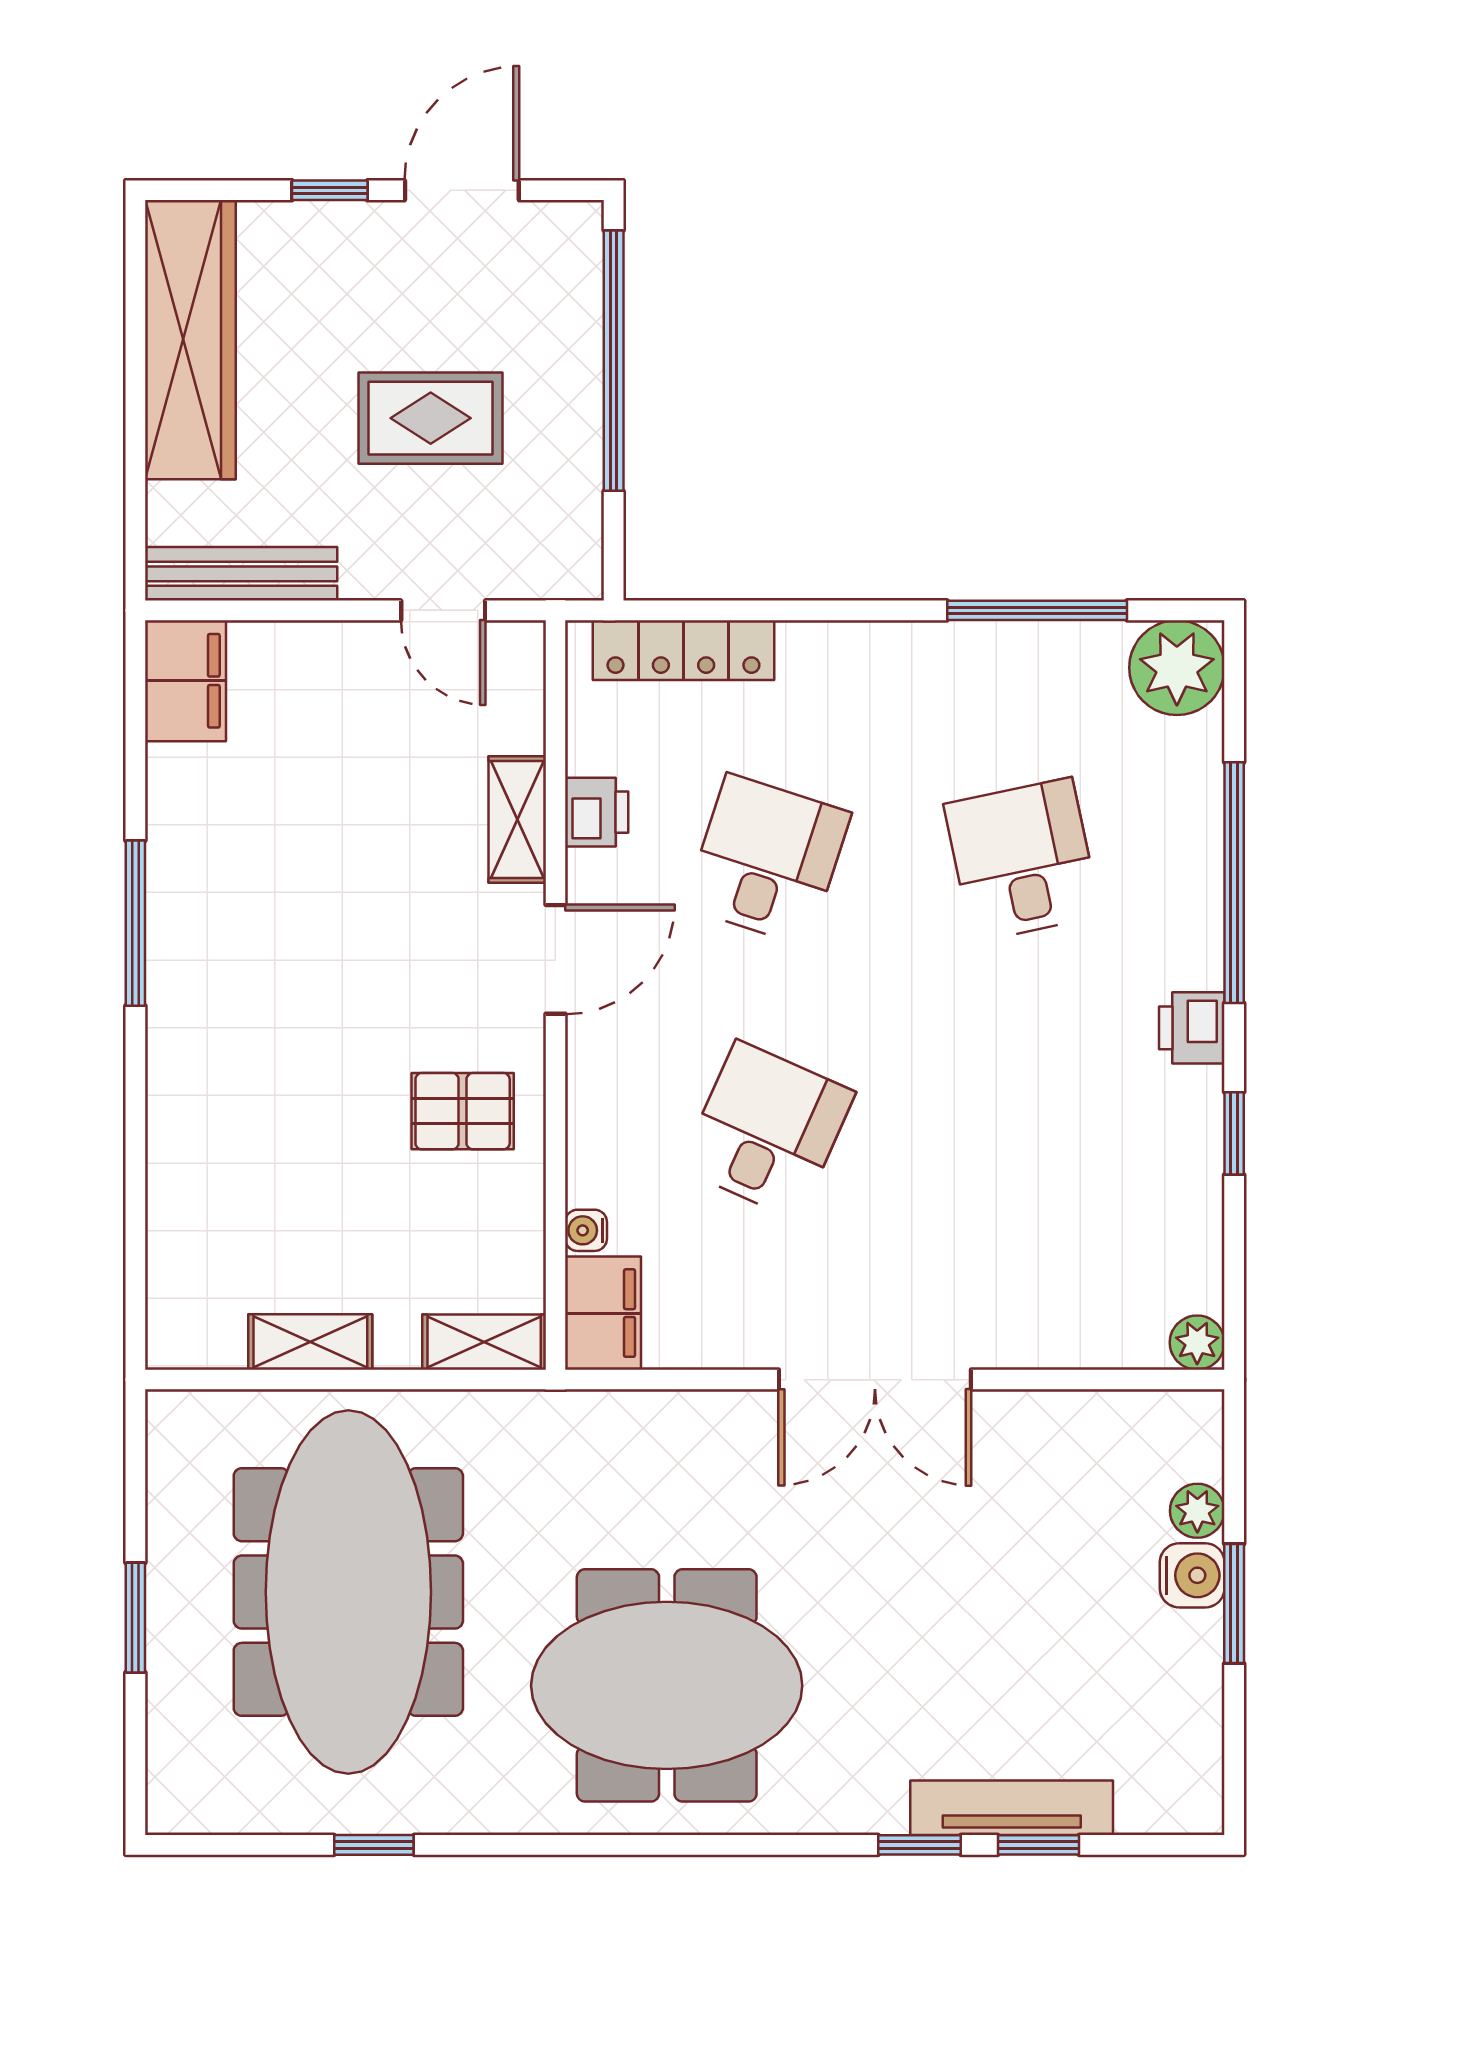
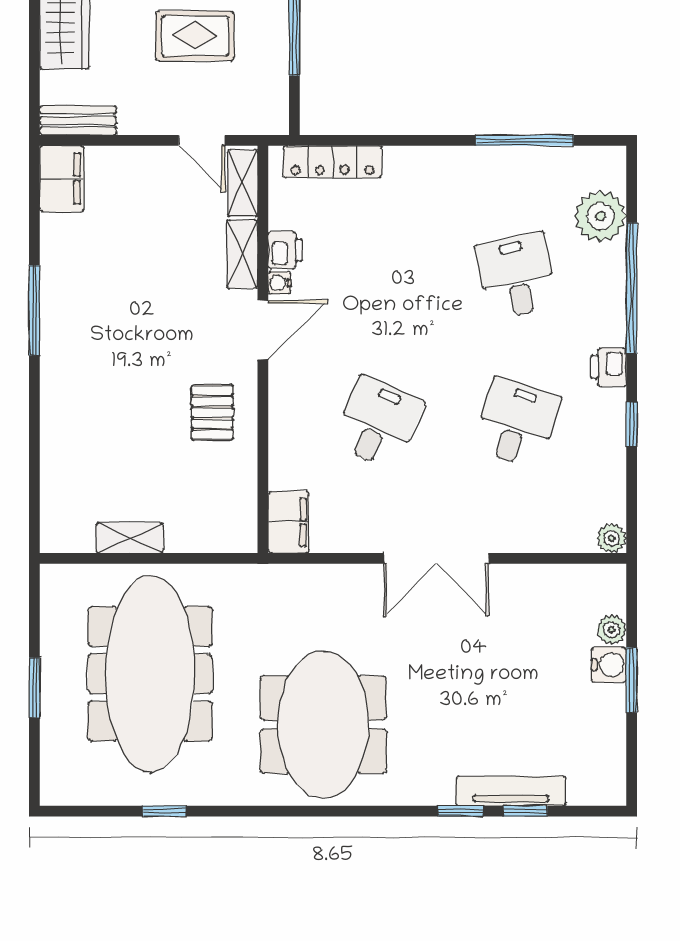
bench: (241, 574) -> (78, 120), width x0.73
plant: (1177, 668) -> (601, 216), moved
desk: (767, 860) -> (516, 423), moved
pallet: (463, 1111) -> (212, 412), turned 90
water cooler: (586, 1230) -> (279, 283), moved
shelving: (484, 1342) -> (242, 183), moved, turned 90
meeting table: (667, 1685) -> (323, 725), turned 90

